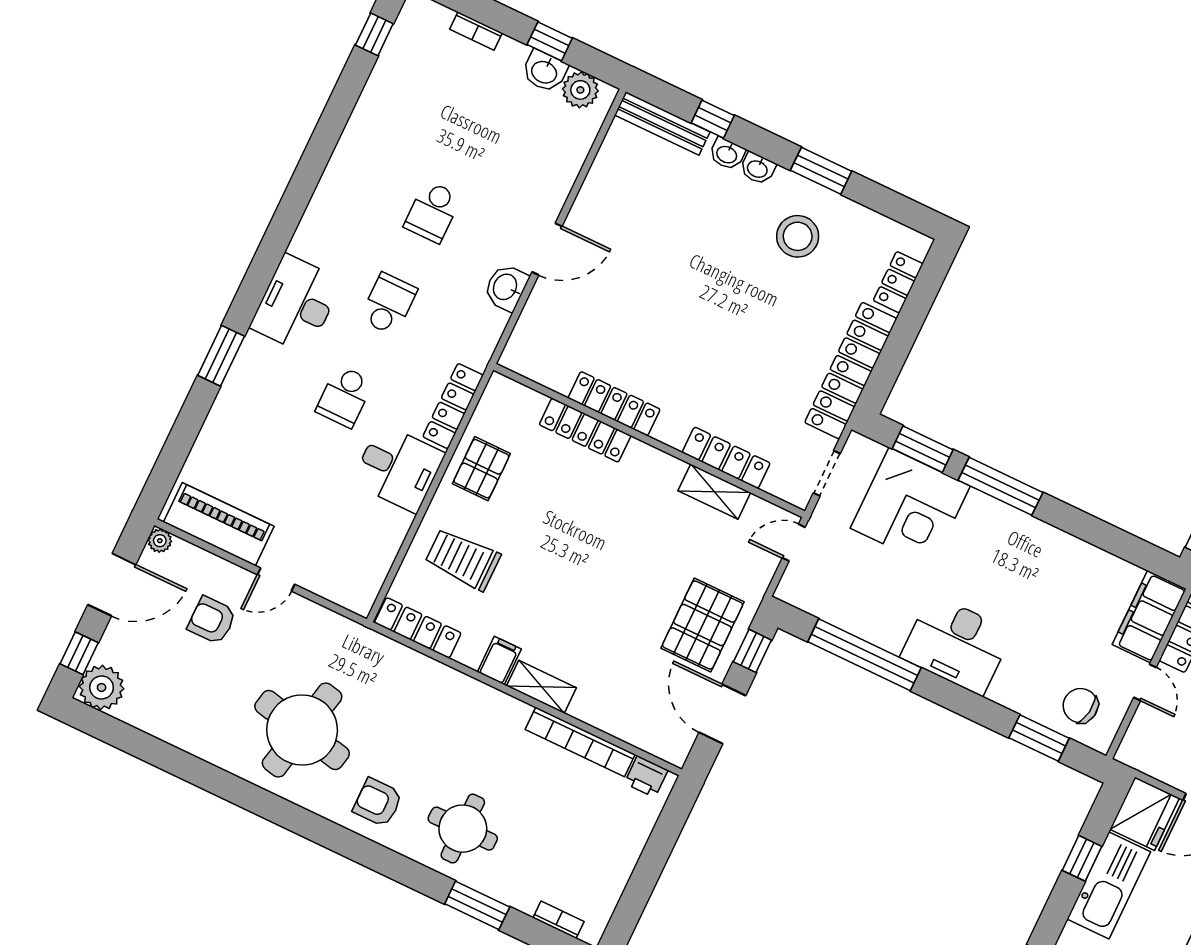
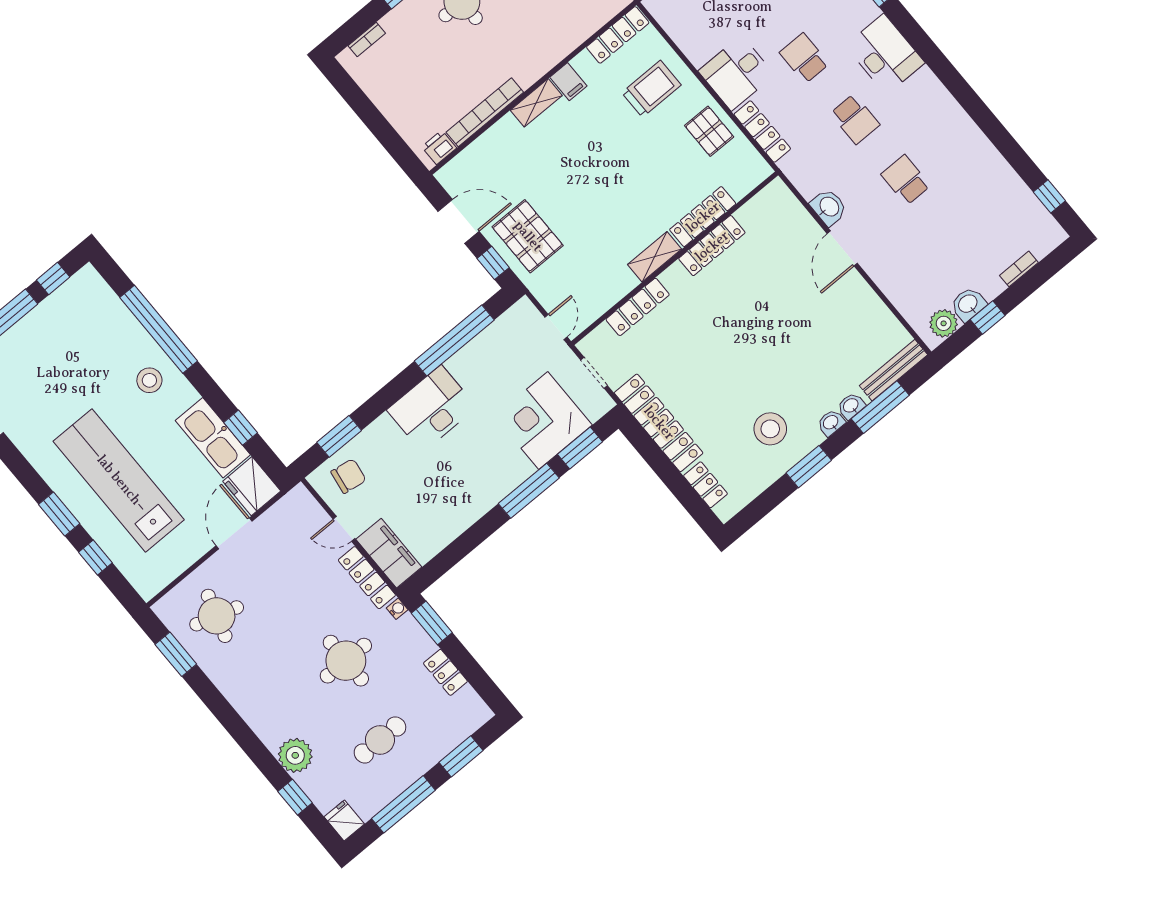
window: (713, 119) -> (880, 407), width x2.17
shelving: (714, 492) -> (655, 257), moved

